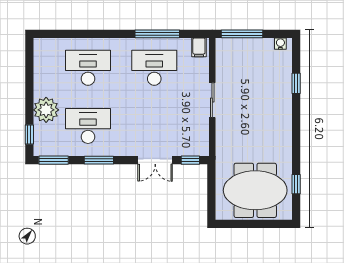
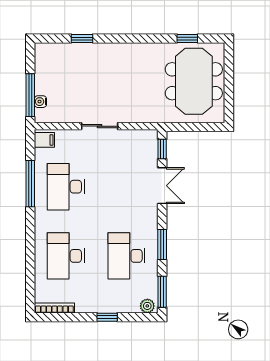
water cooler: (280, 44) -> (40, 102), moved
bookcase: (38, 57) -> (54, 308), added
plant: (46, 110) -> (147, 306), moved, width x0.53, depth x0.53
window: (29, 135) -> (107, 317), moved

